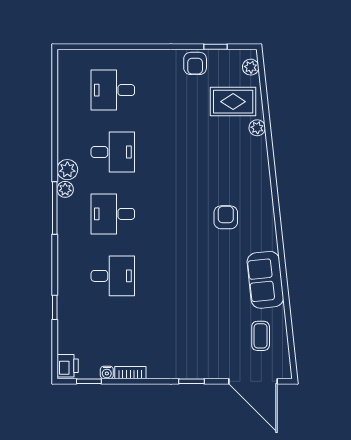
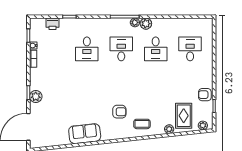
coffee table: (261, 336) -> (142, 124), moved
printer: (68, 366) -> (53, 24), moved
plant: (199, 368) -> (36, 97), added

